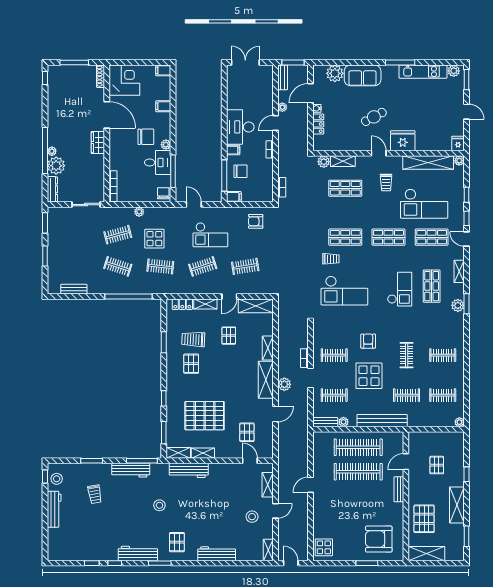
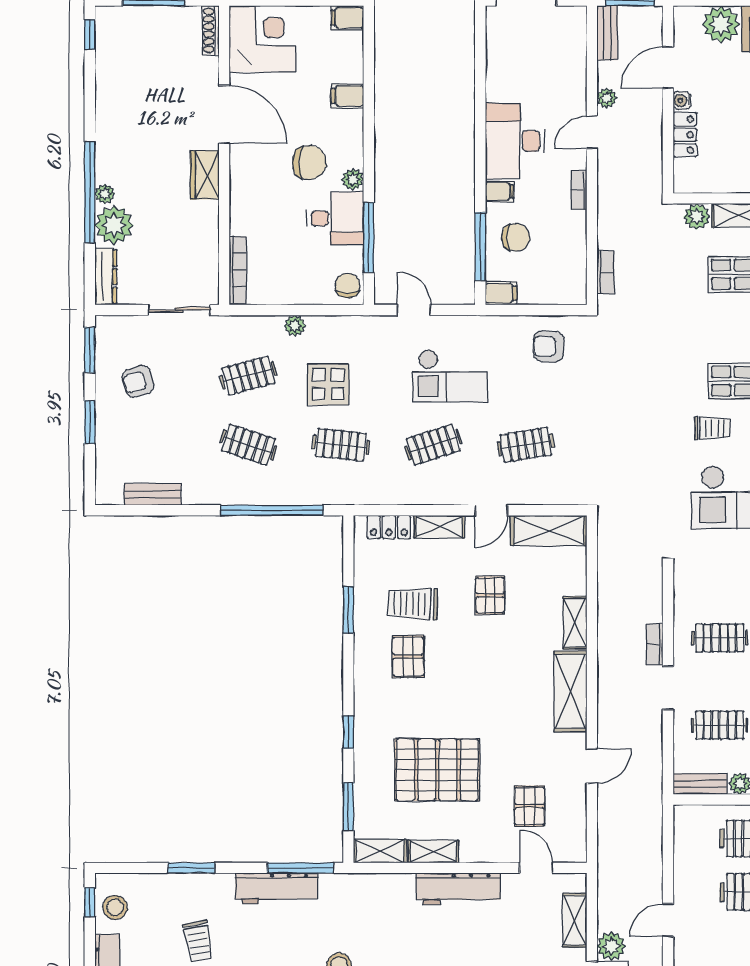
armchair: (67, 237) -> (138, 381), added
plant: (284, 384) -> (611, 946), moved
workbench: (189, 470) -> (458, 889), moved

